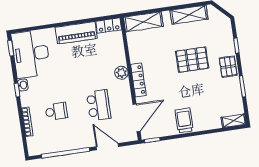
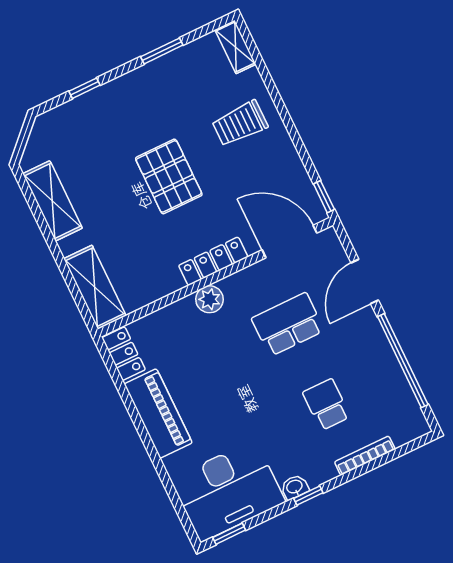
pallet: (192, 60) -> (169, 176), moved
pallet: (228, 67) -> (131, 91), removed
trolley: (184, 120) -> (240, 123), moved

